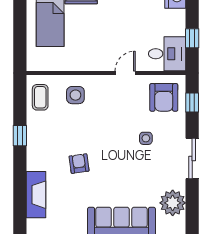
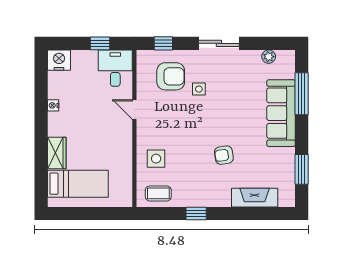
armchair: (164, 97) -> (171, 76), moved
plant: (173, 203) -> (269, 57), width x0.53, depth x0.53

